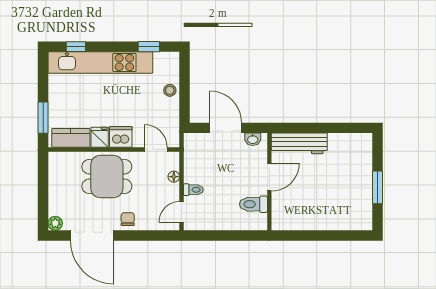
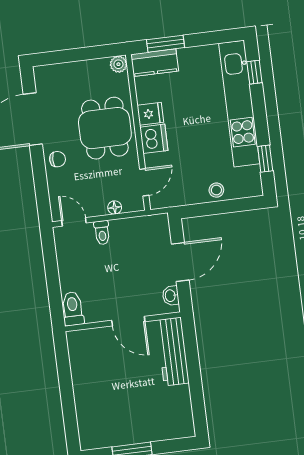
kitchen counter: (71, 138) -> (155, 63), moved, turned 90
toilet: (253, 204) -> (73, 309), moved
plant: (55, 223) -> (118, 64), moved

